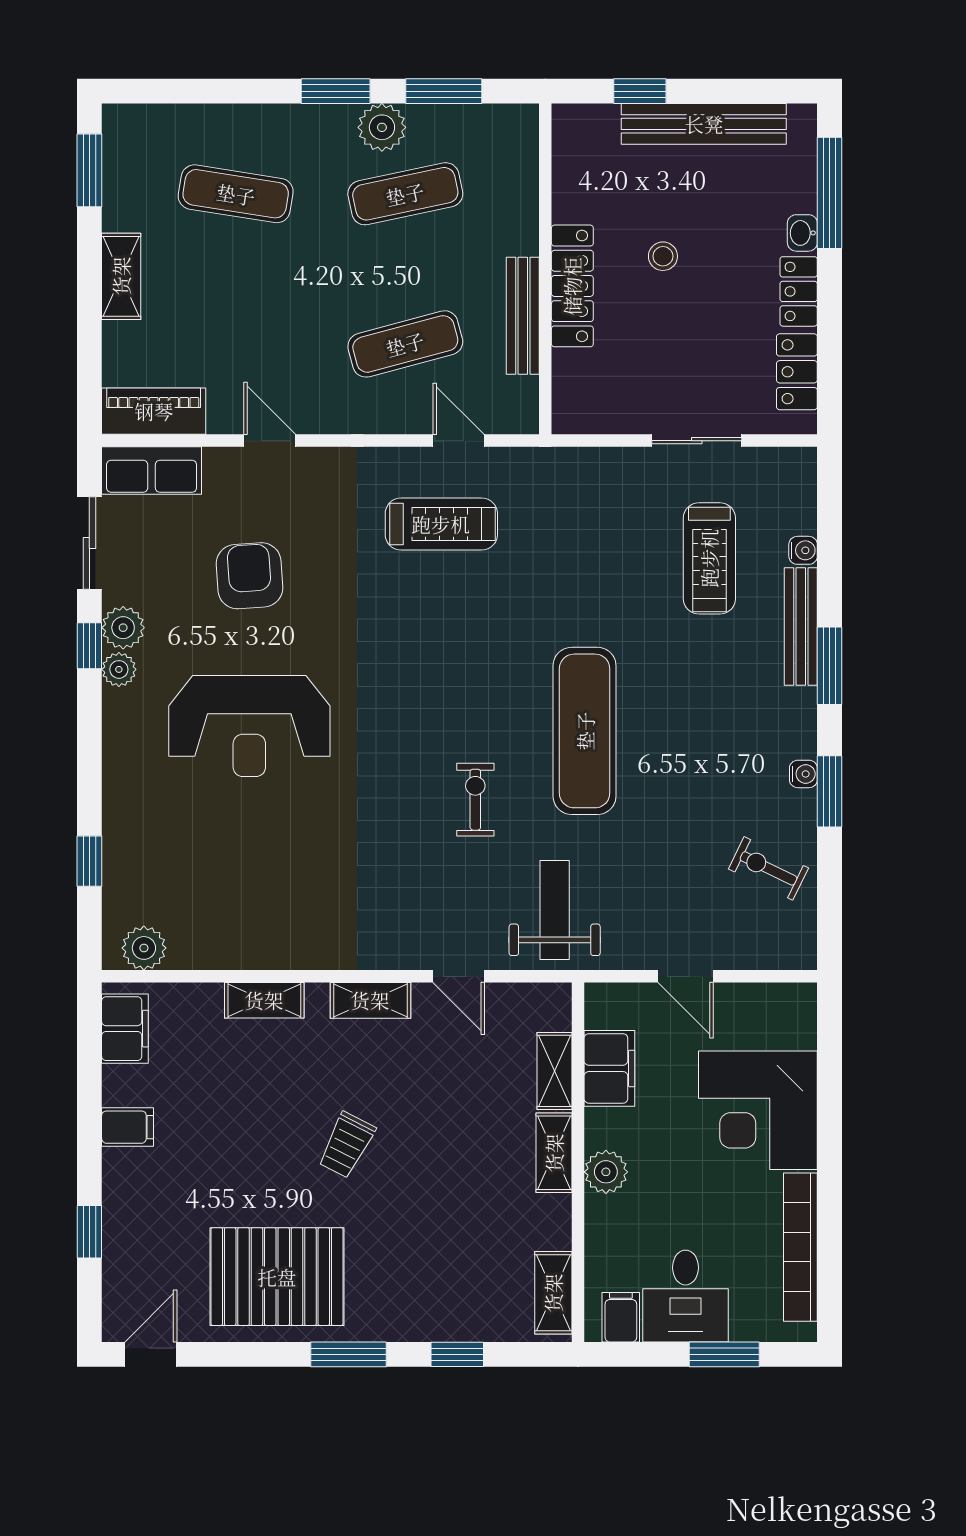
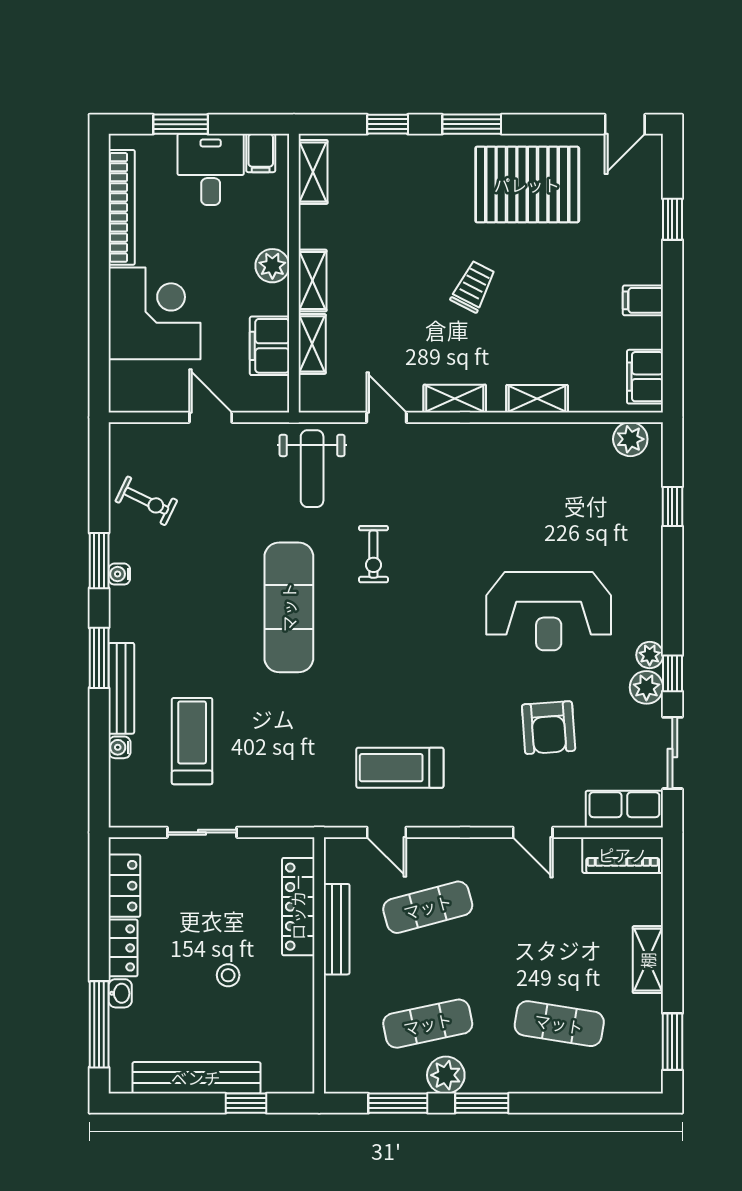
locker: (572, 286) -> (298, 907), moved
reception desk: (249, 726) -> (549, 611), turned 180

